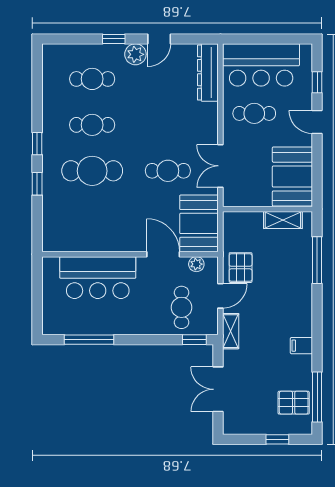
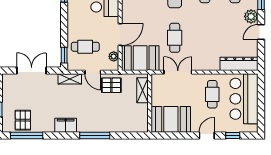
door: (159, 39) -> (261, 32), hinge flipped
shelving: (283, 220) -> (142, 90), moved
window: (317, 260) -> (95, 135), moved
filing cabinet: (301, 346) -> (66, 125), width x2.00

